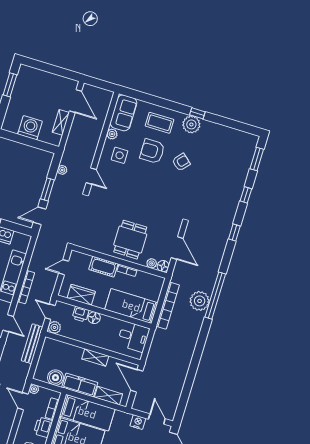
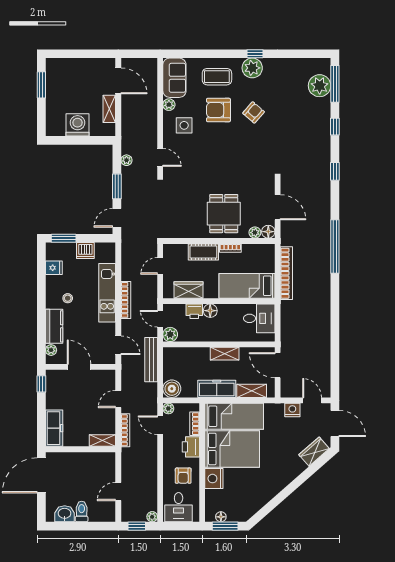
window: (257, 159) -> (335, 84), width x1.44
plant: (200, 301) -> (320, 86), moved
boiler: (55, 378) -> (172, 389), moved

